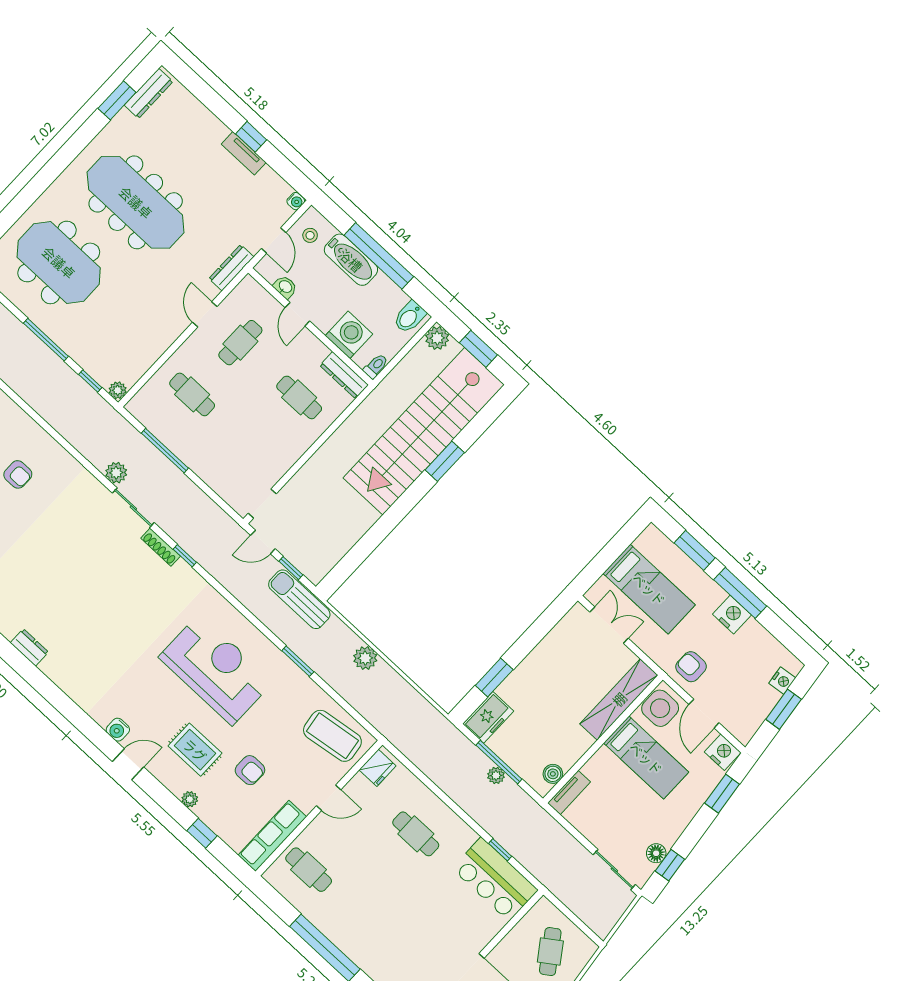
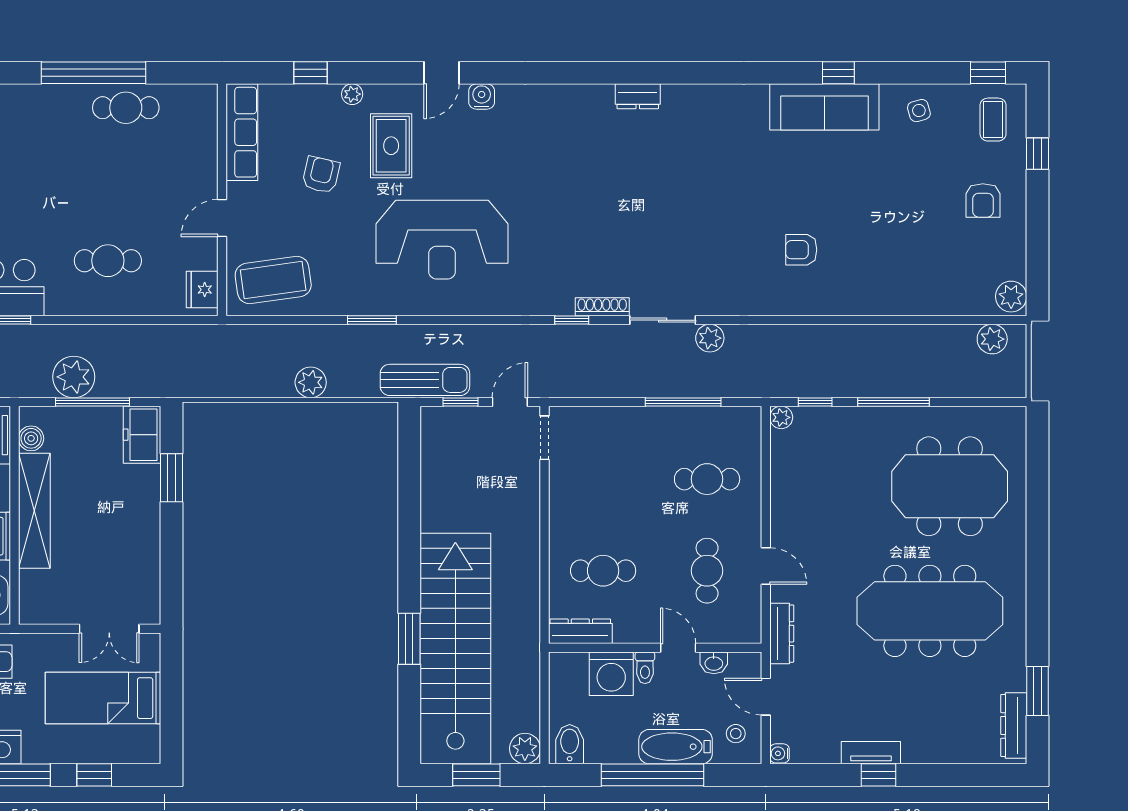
toilet: (376, 366) -> (645, 668), moved
window: (695, 550) -> (94, 775), width x0.67
shelving: (619, 699) -> (34, 511), moved
rug: (195, 750) -> (391, 146), turned 90
armchair: (250, 770) -> (321, 175), turned 103
plant: (496, 775) -> (74, 377), width x1.88, depth x1.88
cafe table: (309, 870) -> (126, 108), moved

